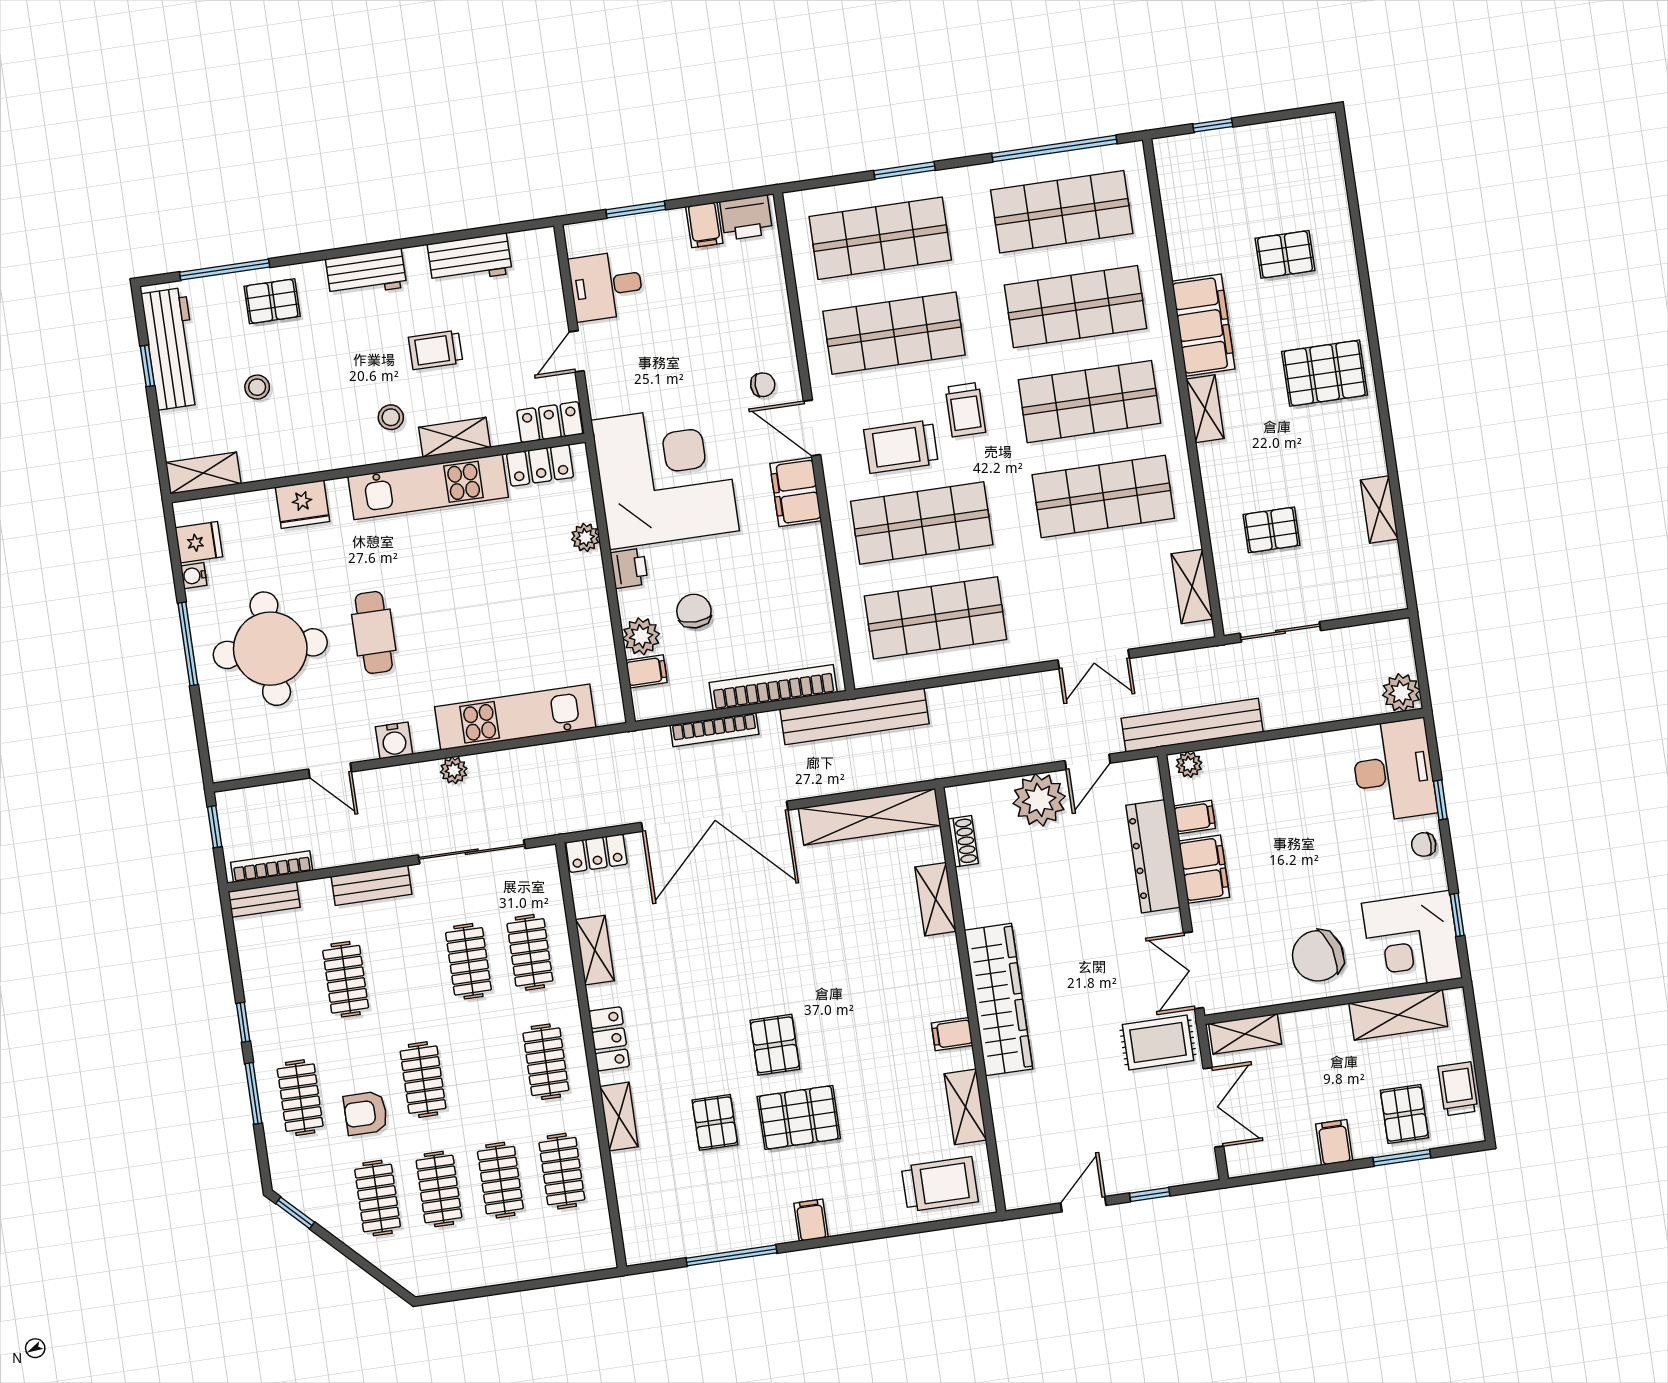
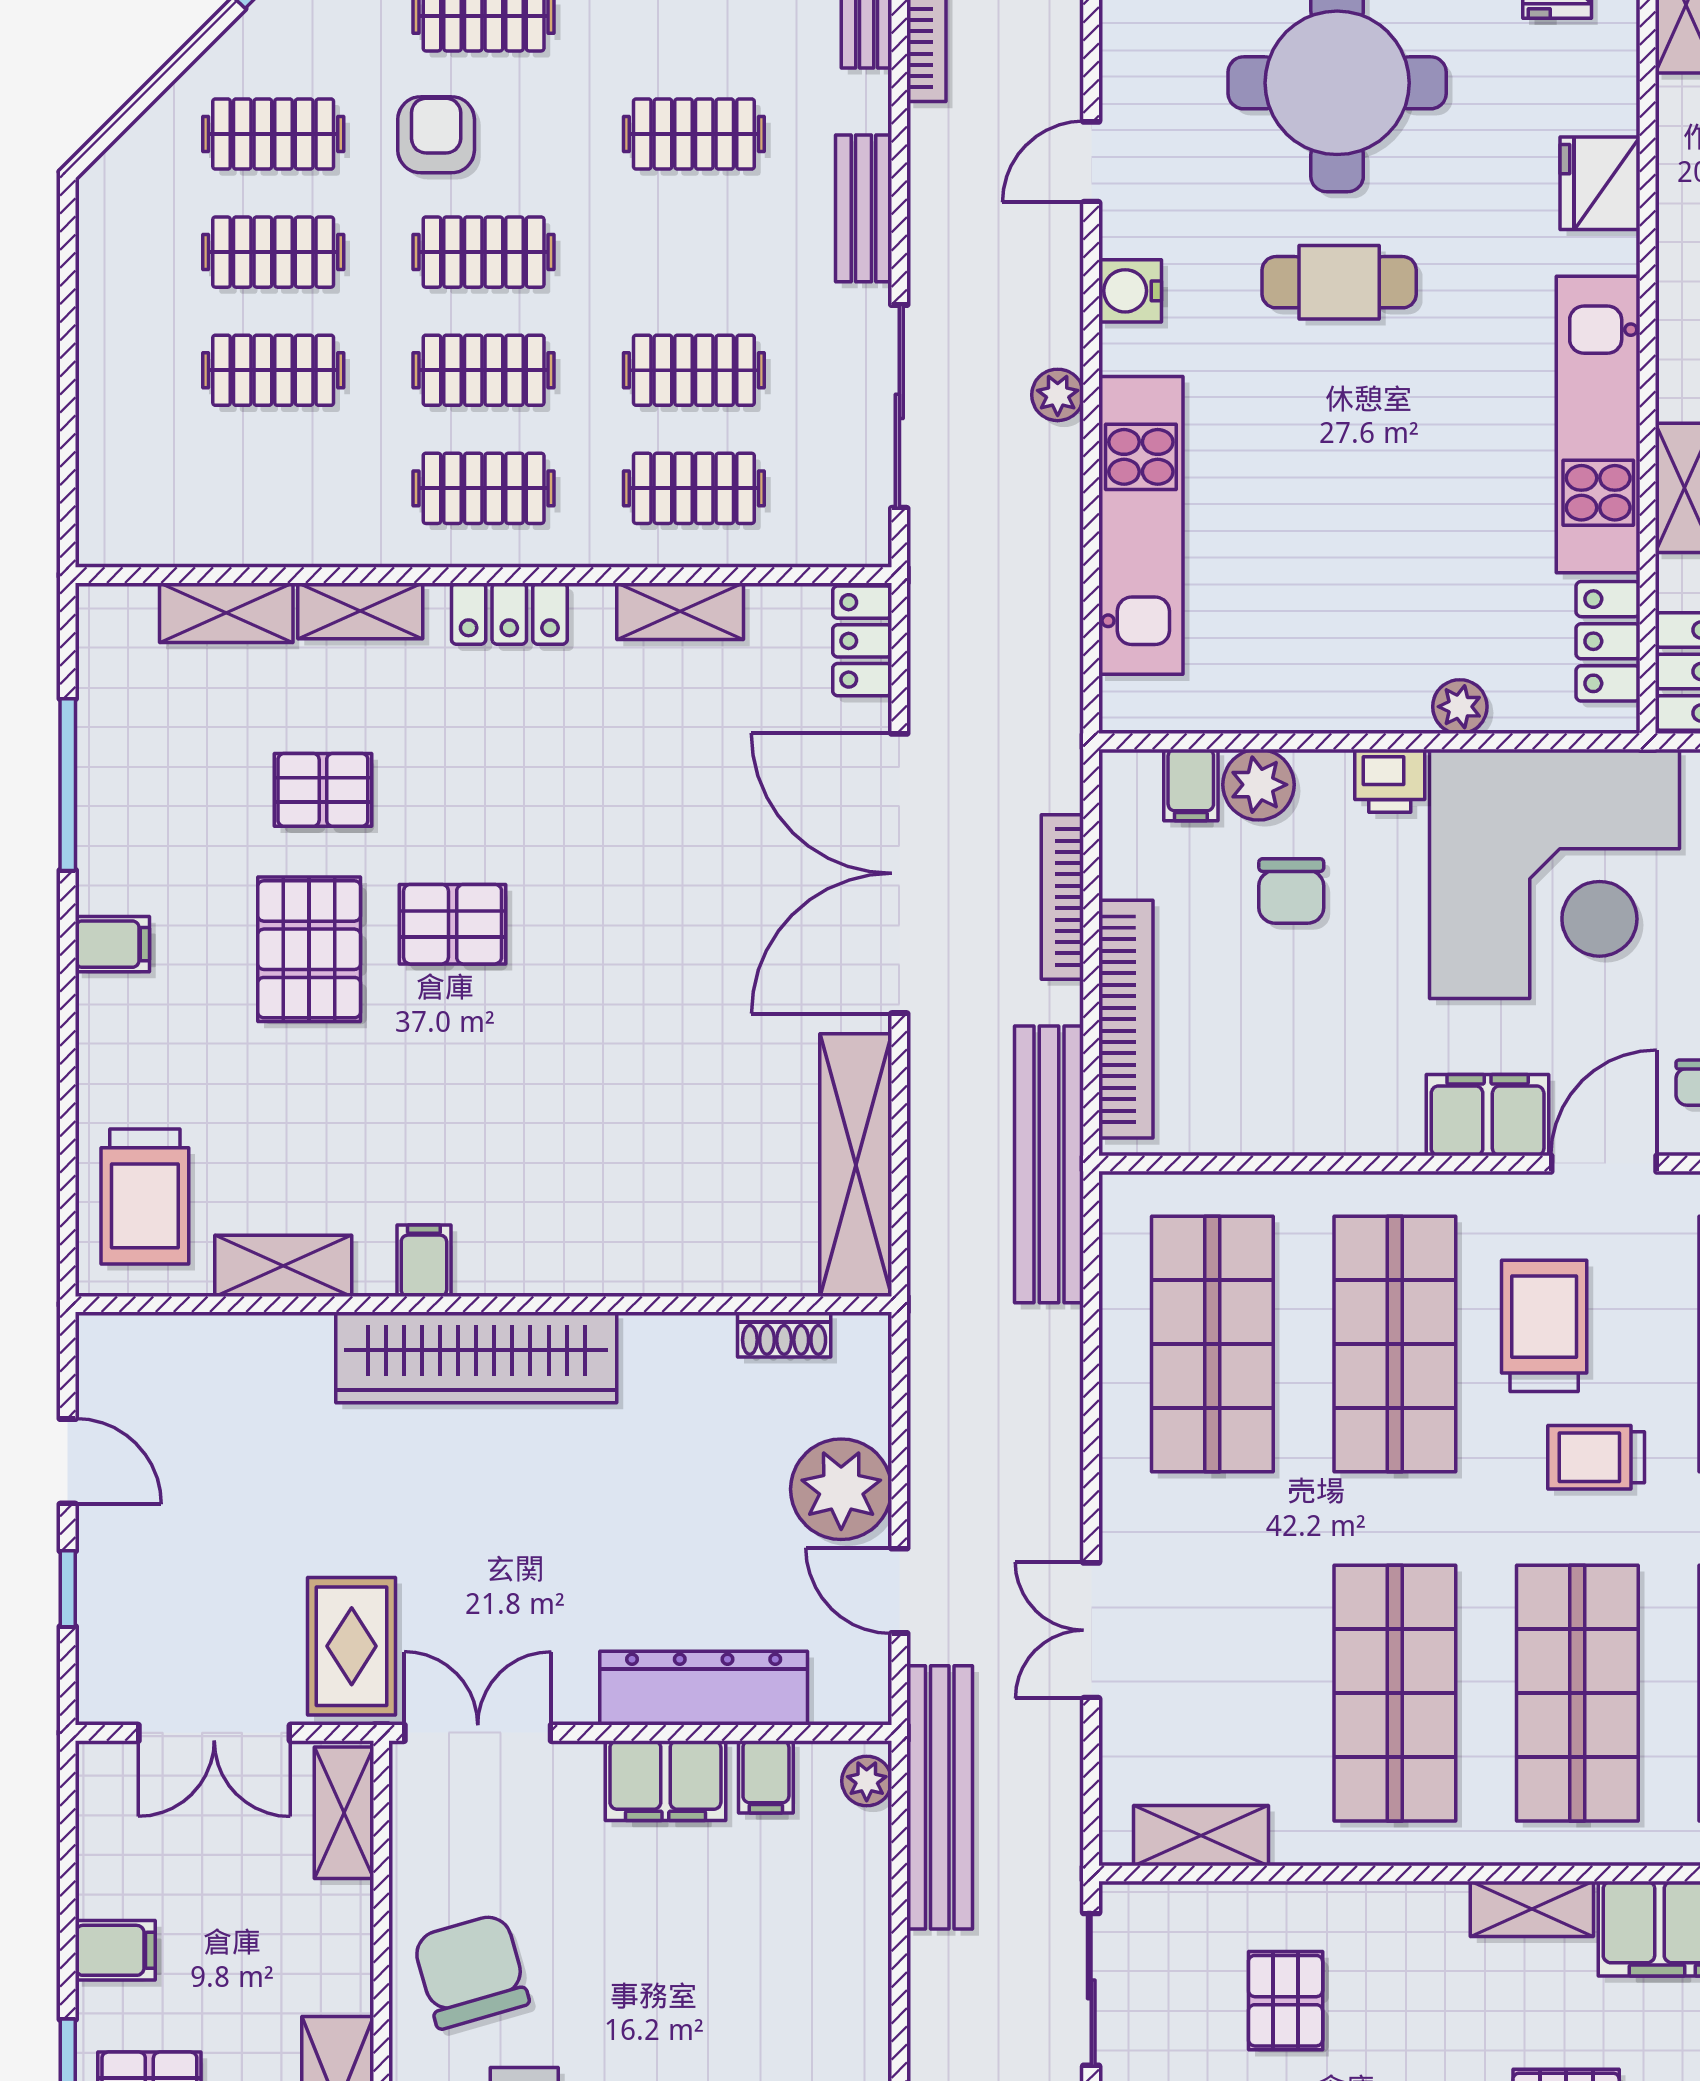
chair: (694, 611) -> (1291, 891), turned 90
shelving: (936, 899) -> (226, 613), moved
clothes rail: (562, 1171) -> (484, 370), moved

